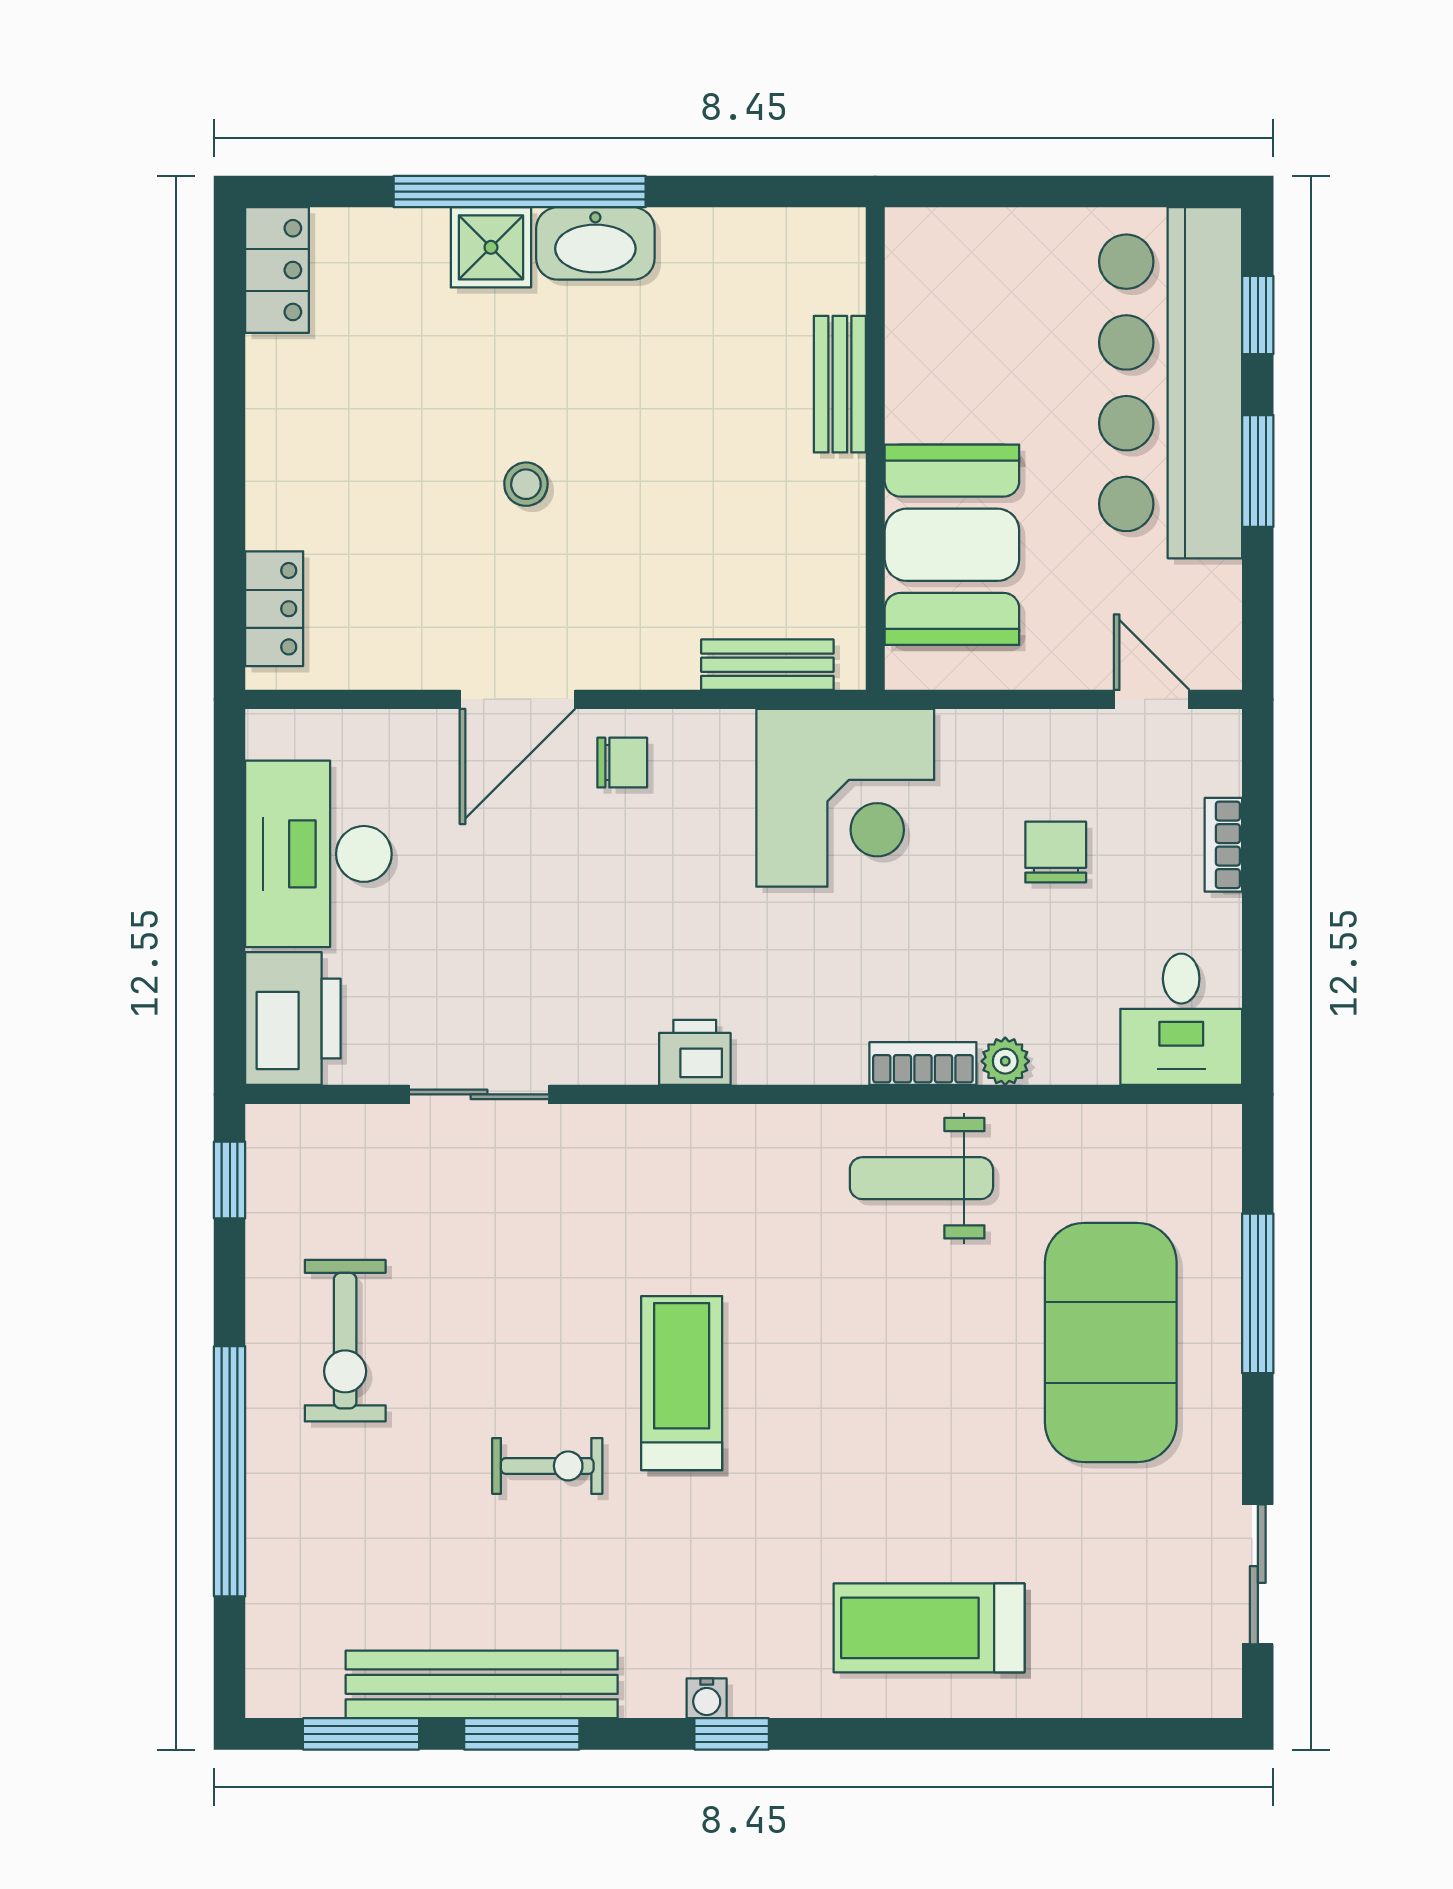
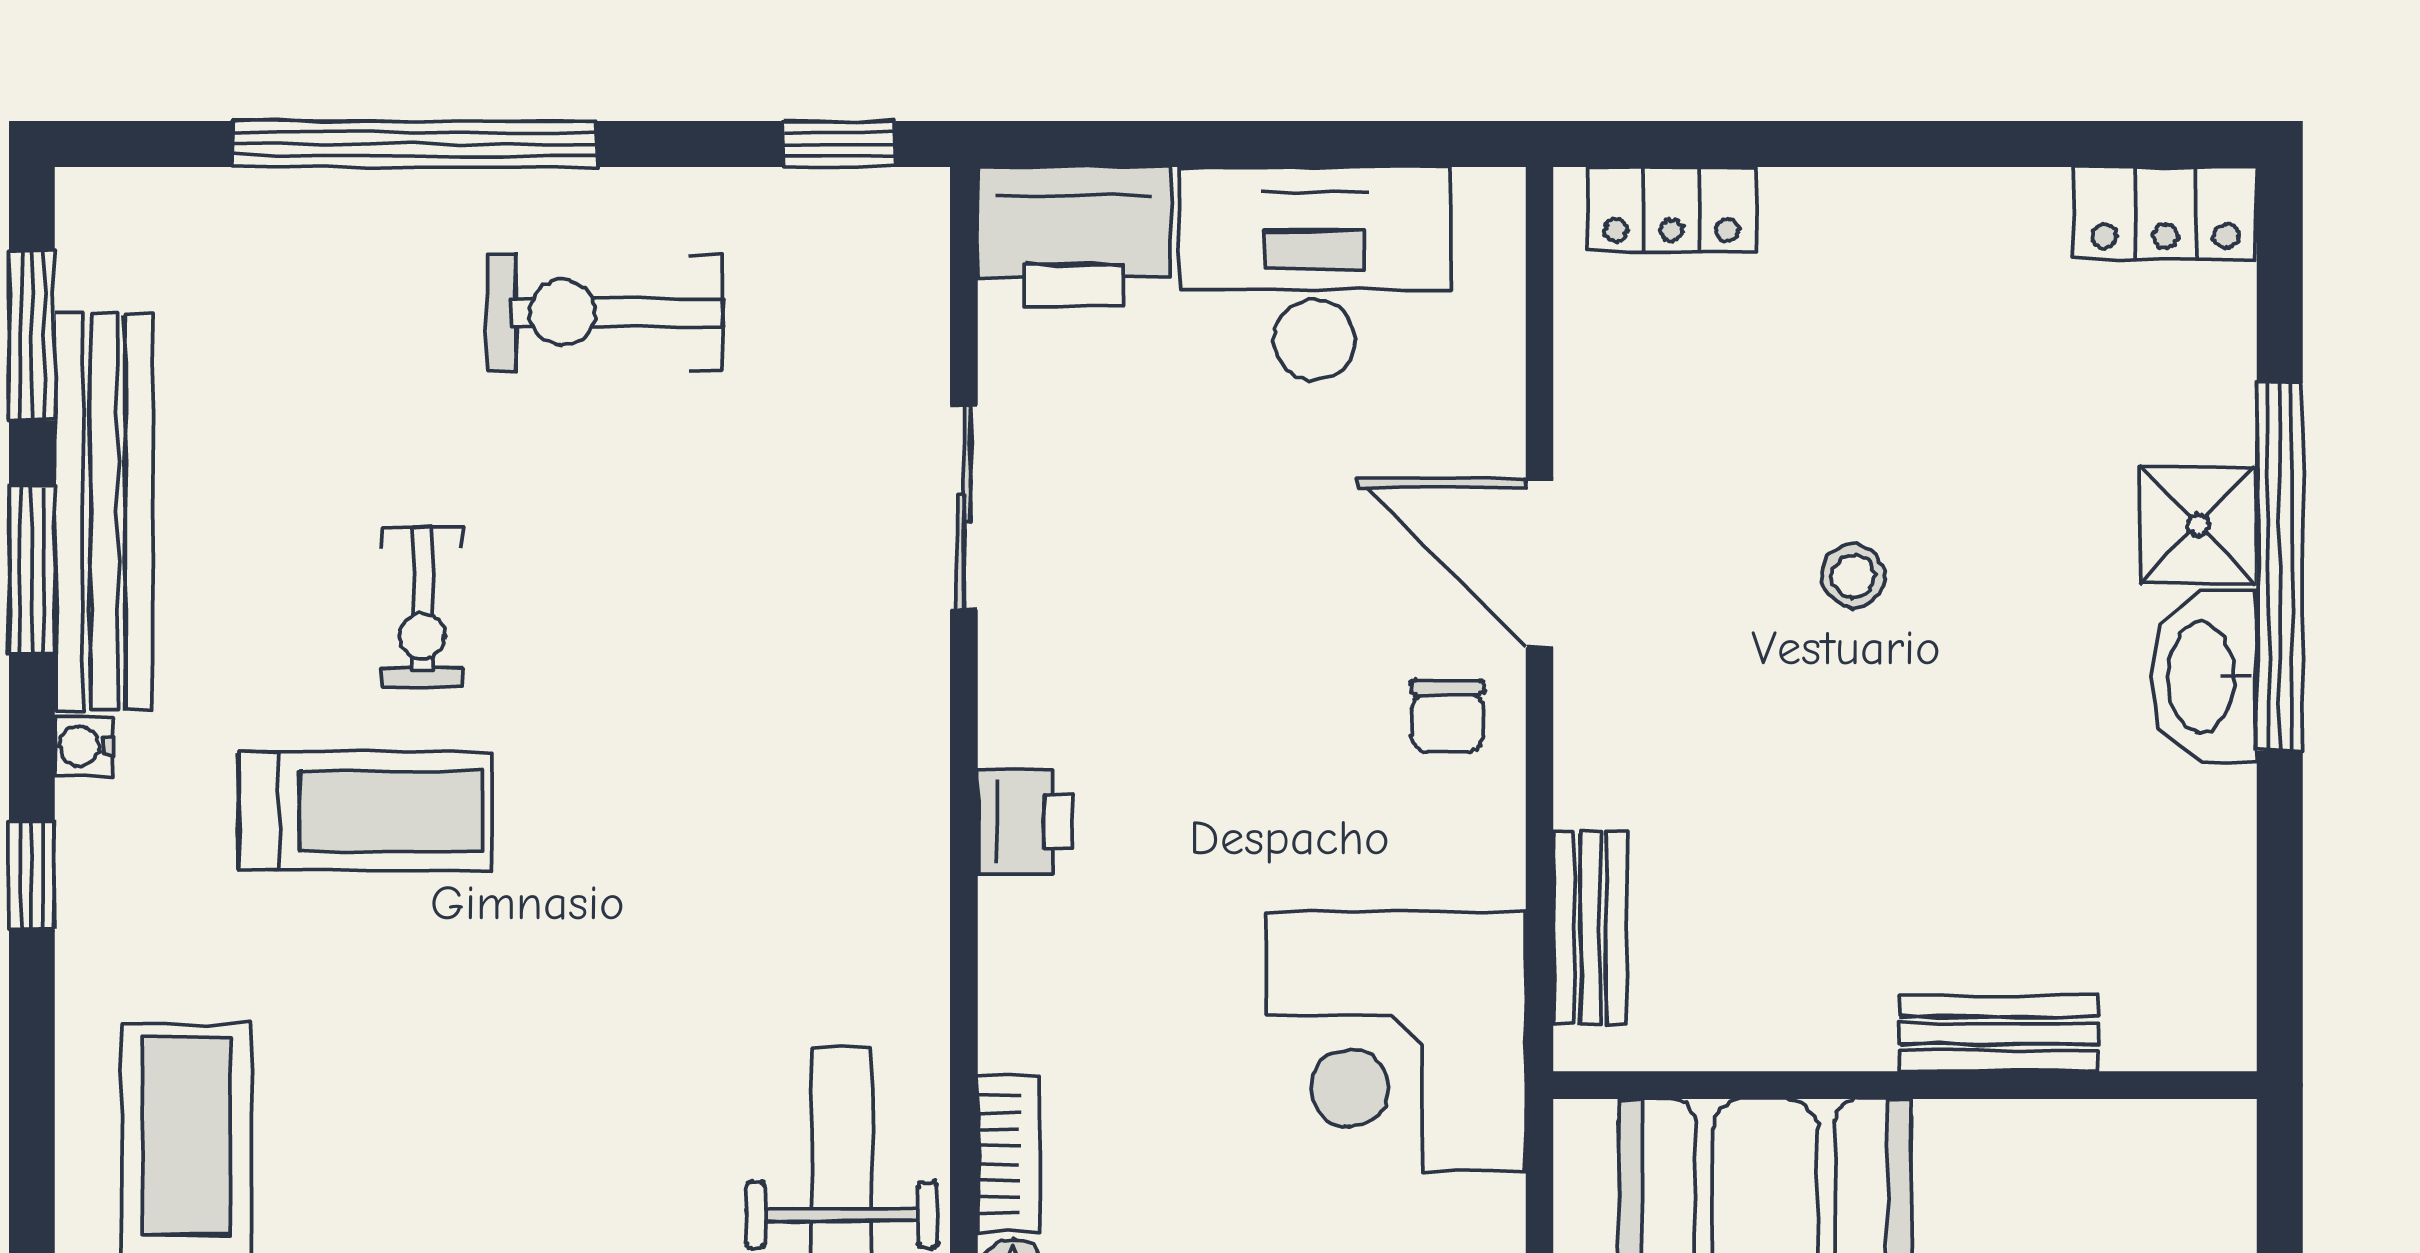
treadmill: (682, 1383) -> (365, 811), moved
water cooler: (707, 1698) -> (84, 746), moved

